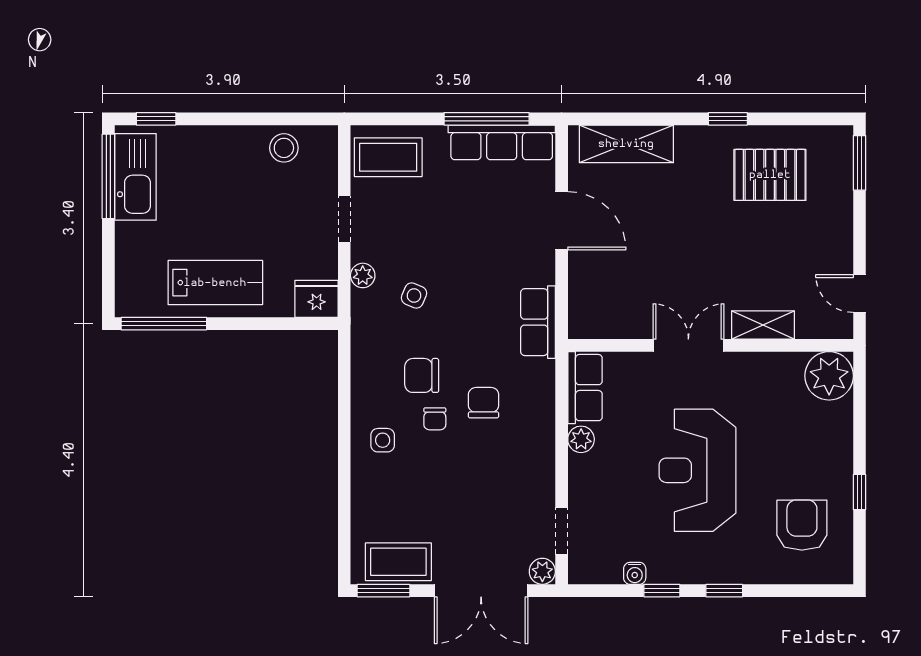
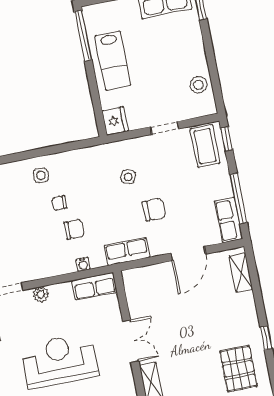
window: (383, 119) -> (227, 139), added
row of seats: (502, 142) -> (229, 220), width x0.68
shelving: (626, 144) -> (241, 273), width x0.67, depth x0.75
plant: (363, 275) -> (134, 145), removed
chair: (422, 375) -> (154, 210), moved, turned 90
water cooler: (545, 399) -> (83, 264), added
plant: (581, 439) -> (41, 294), moved

